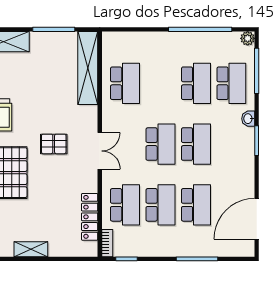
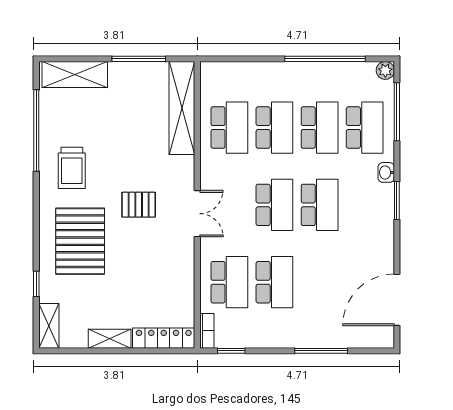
school desk: (196, 205) -> (274, 128), moved
locker: (90, 217) -> (164, 338), moved, turned 90

